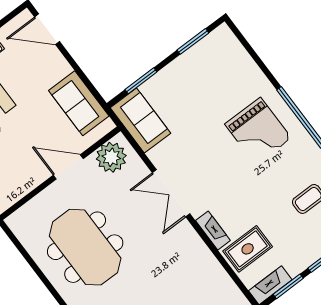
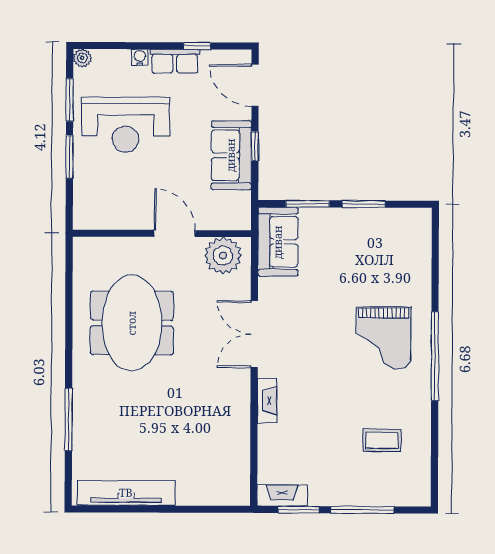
window: (193, 41) -> (364, 204), moved
window: (77, 69) -> (255, 146), added
sofa: (79, 103) -> (231, 155), moved
rug: (248, 249) -> (287, 444), removed

